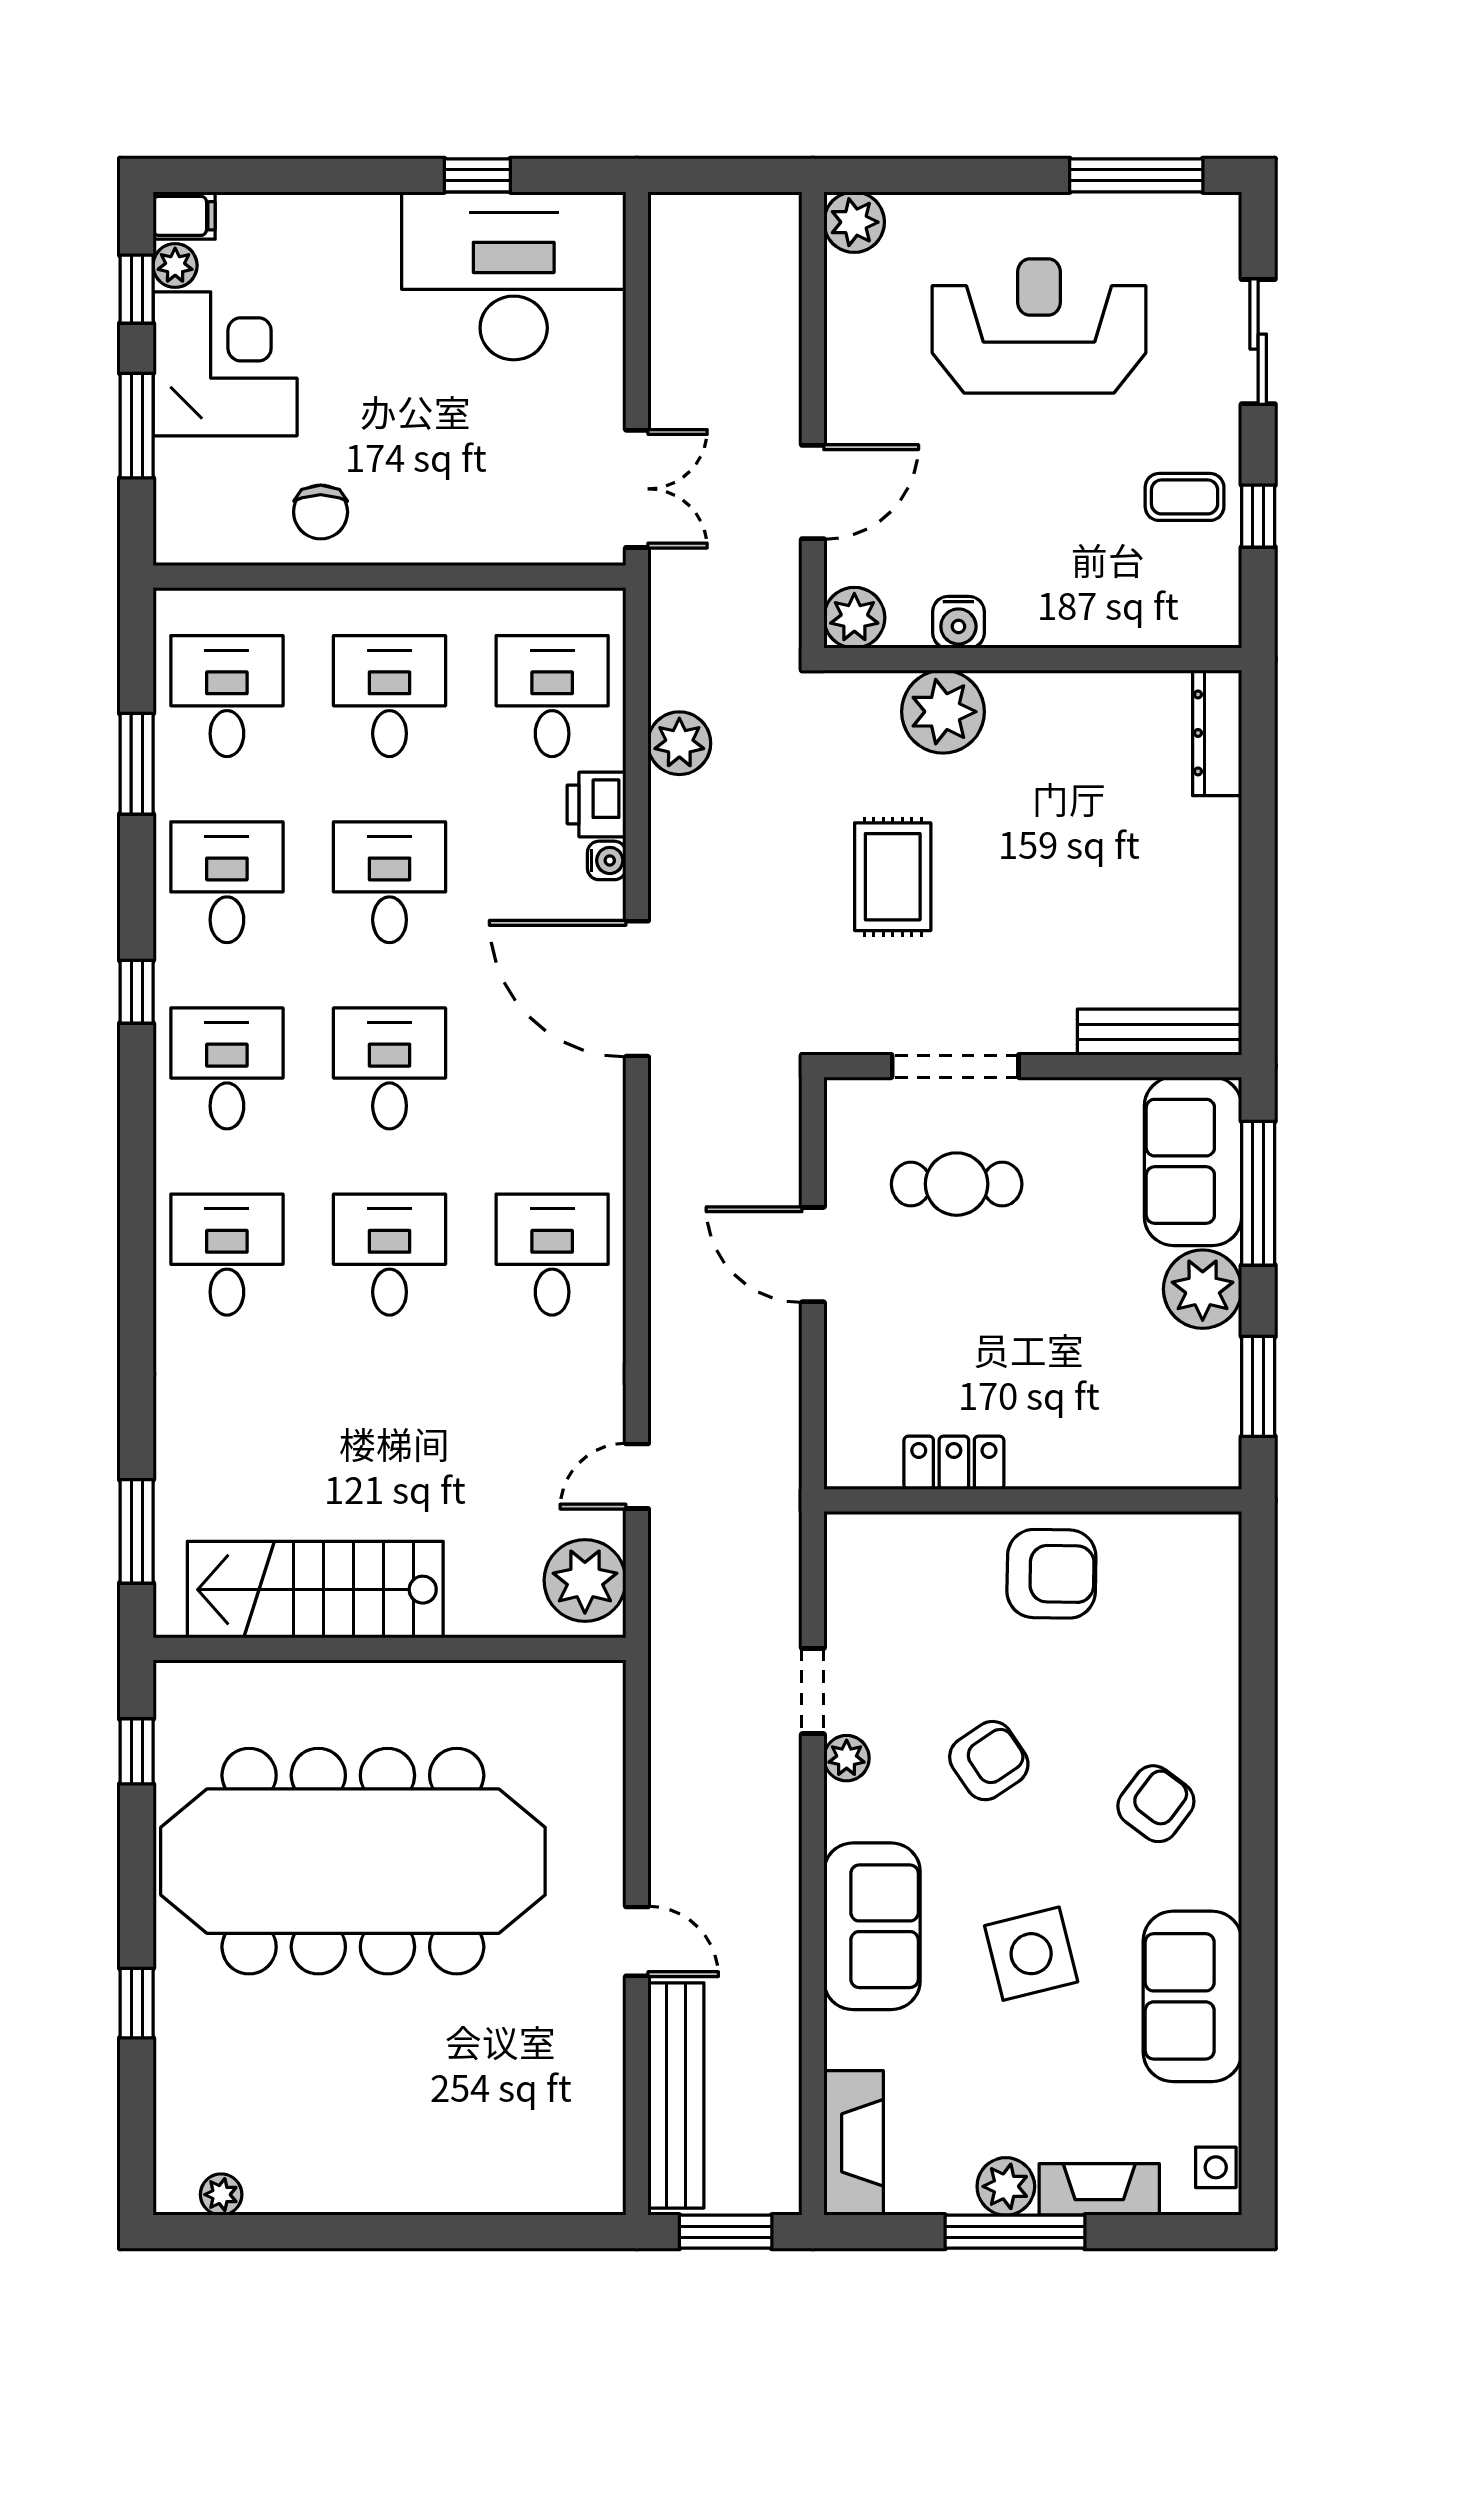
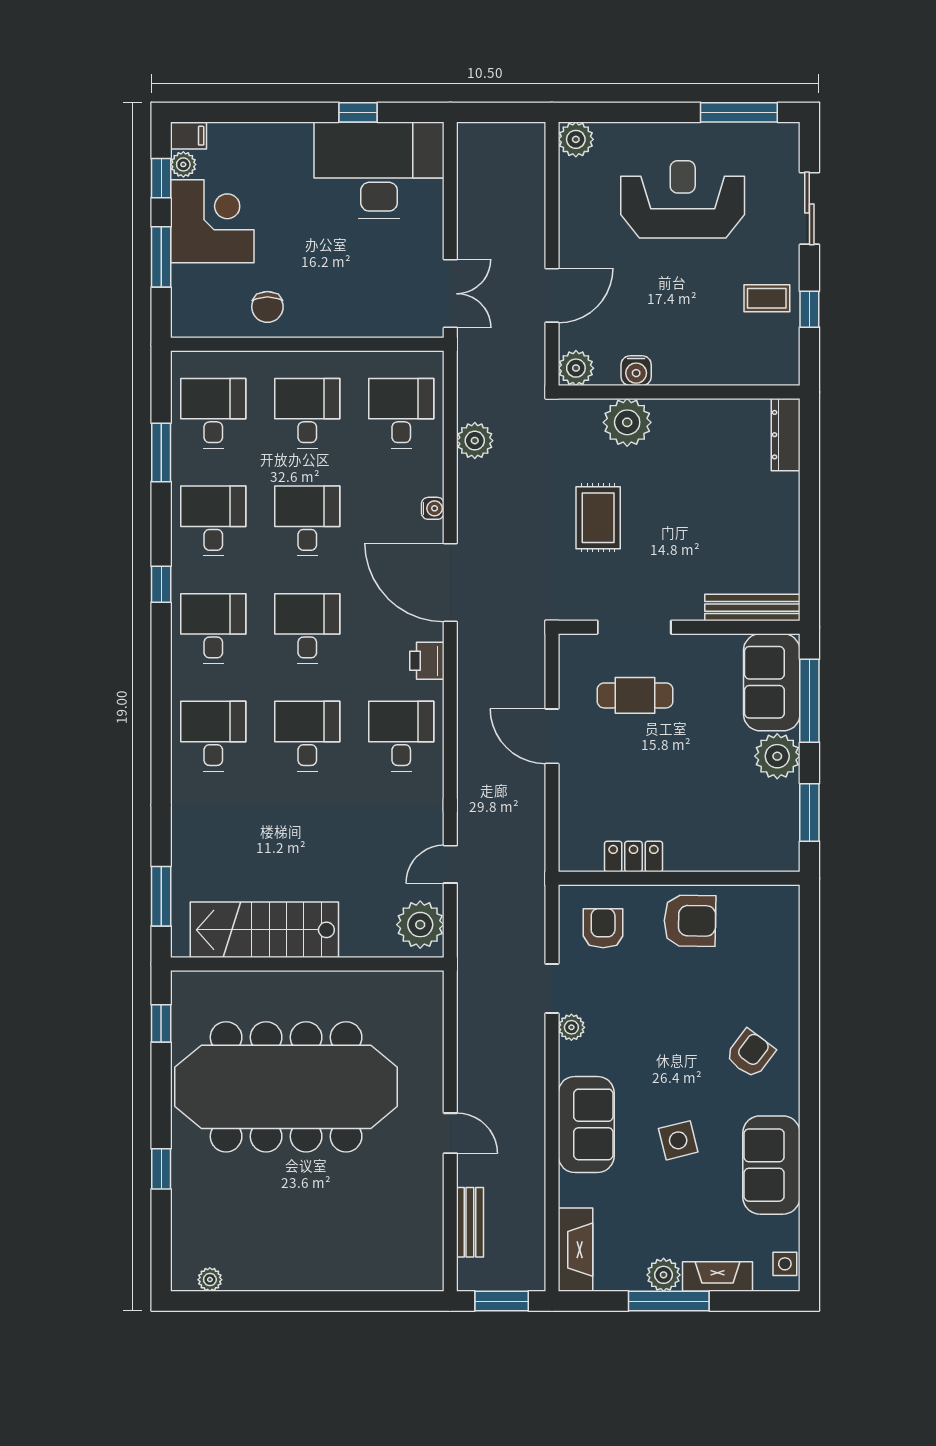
printer: (597, 804) -> (427, 661), moved
armchair: (989, 1761) -> (603, 928), moved, turned -56
side table: (1031, 1954) -> (678, 1140), width x0.73, depth x0.73
bench: (676, 2095) -> (470, 1222), width x0.54, depth x0.82

